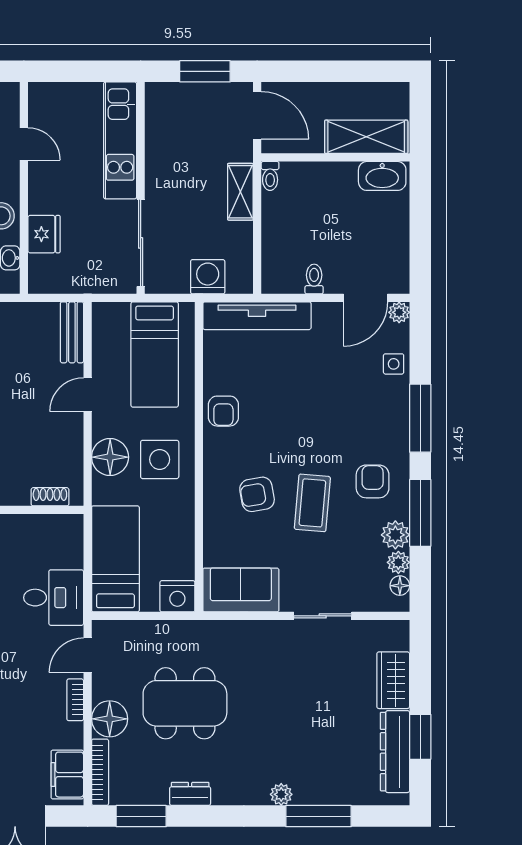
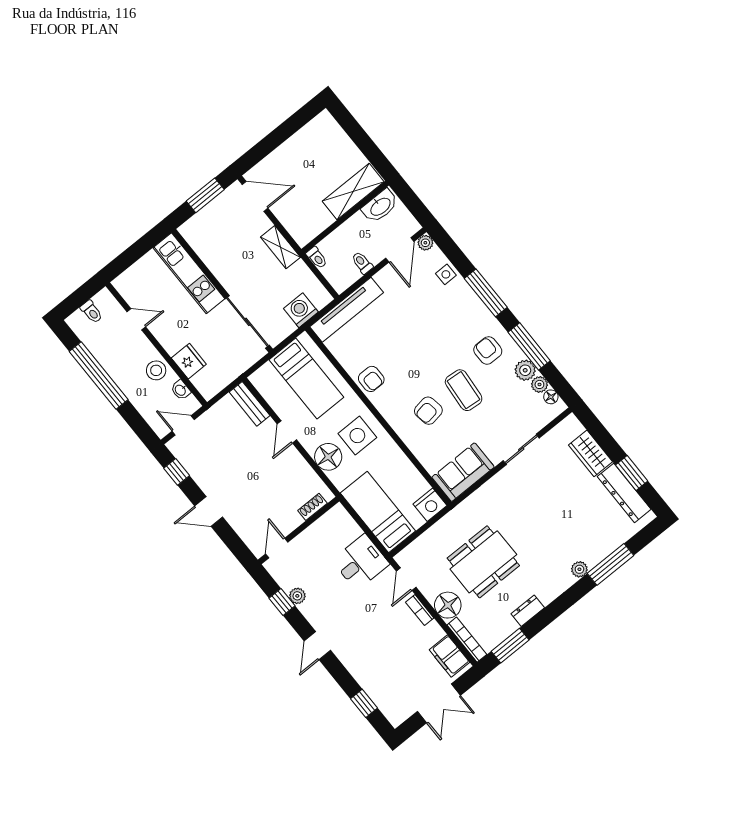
shelving: (366, 137) -> (353, 191), moved
wall: (335, 157) -> (345, 217), moved
toilet: (270, 176) -> (317, 258), moved
washbasin: (382, 176) -> (380, 206), moved

